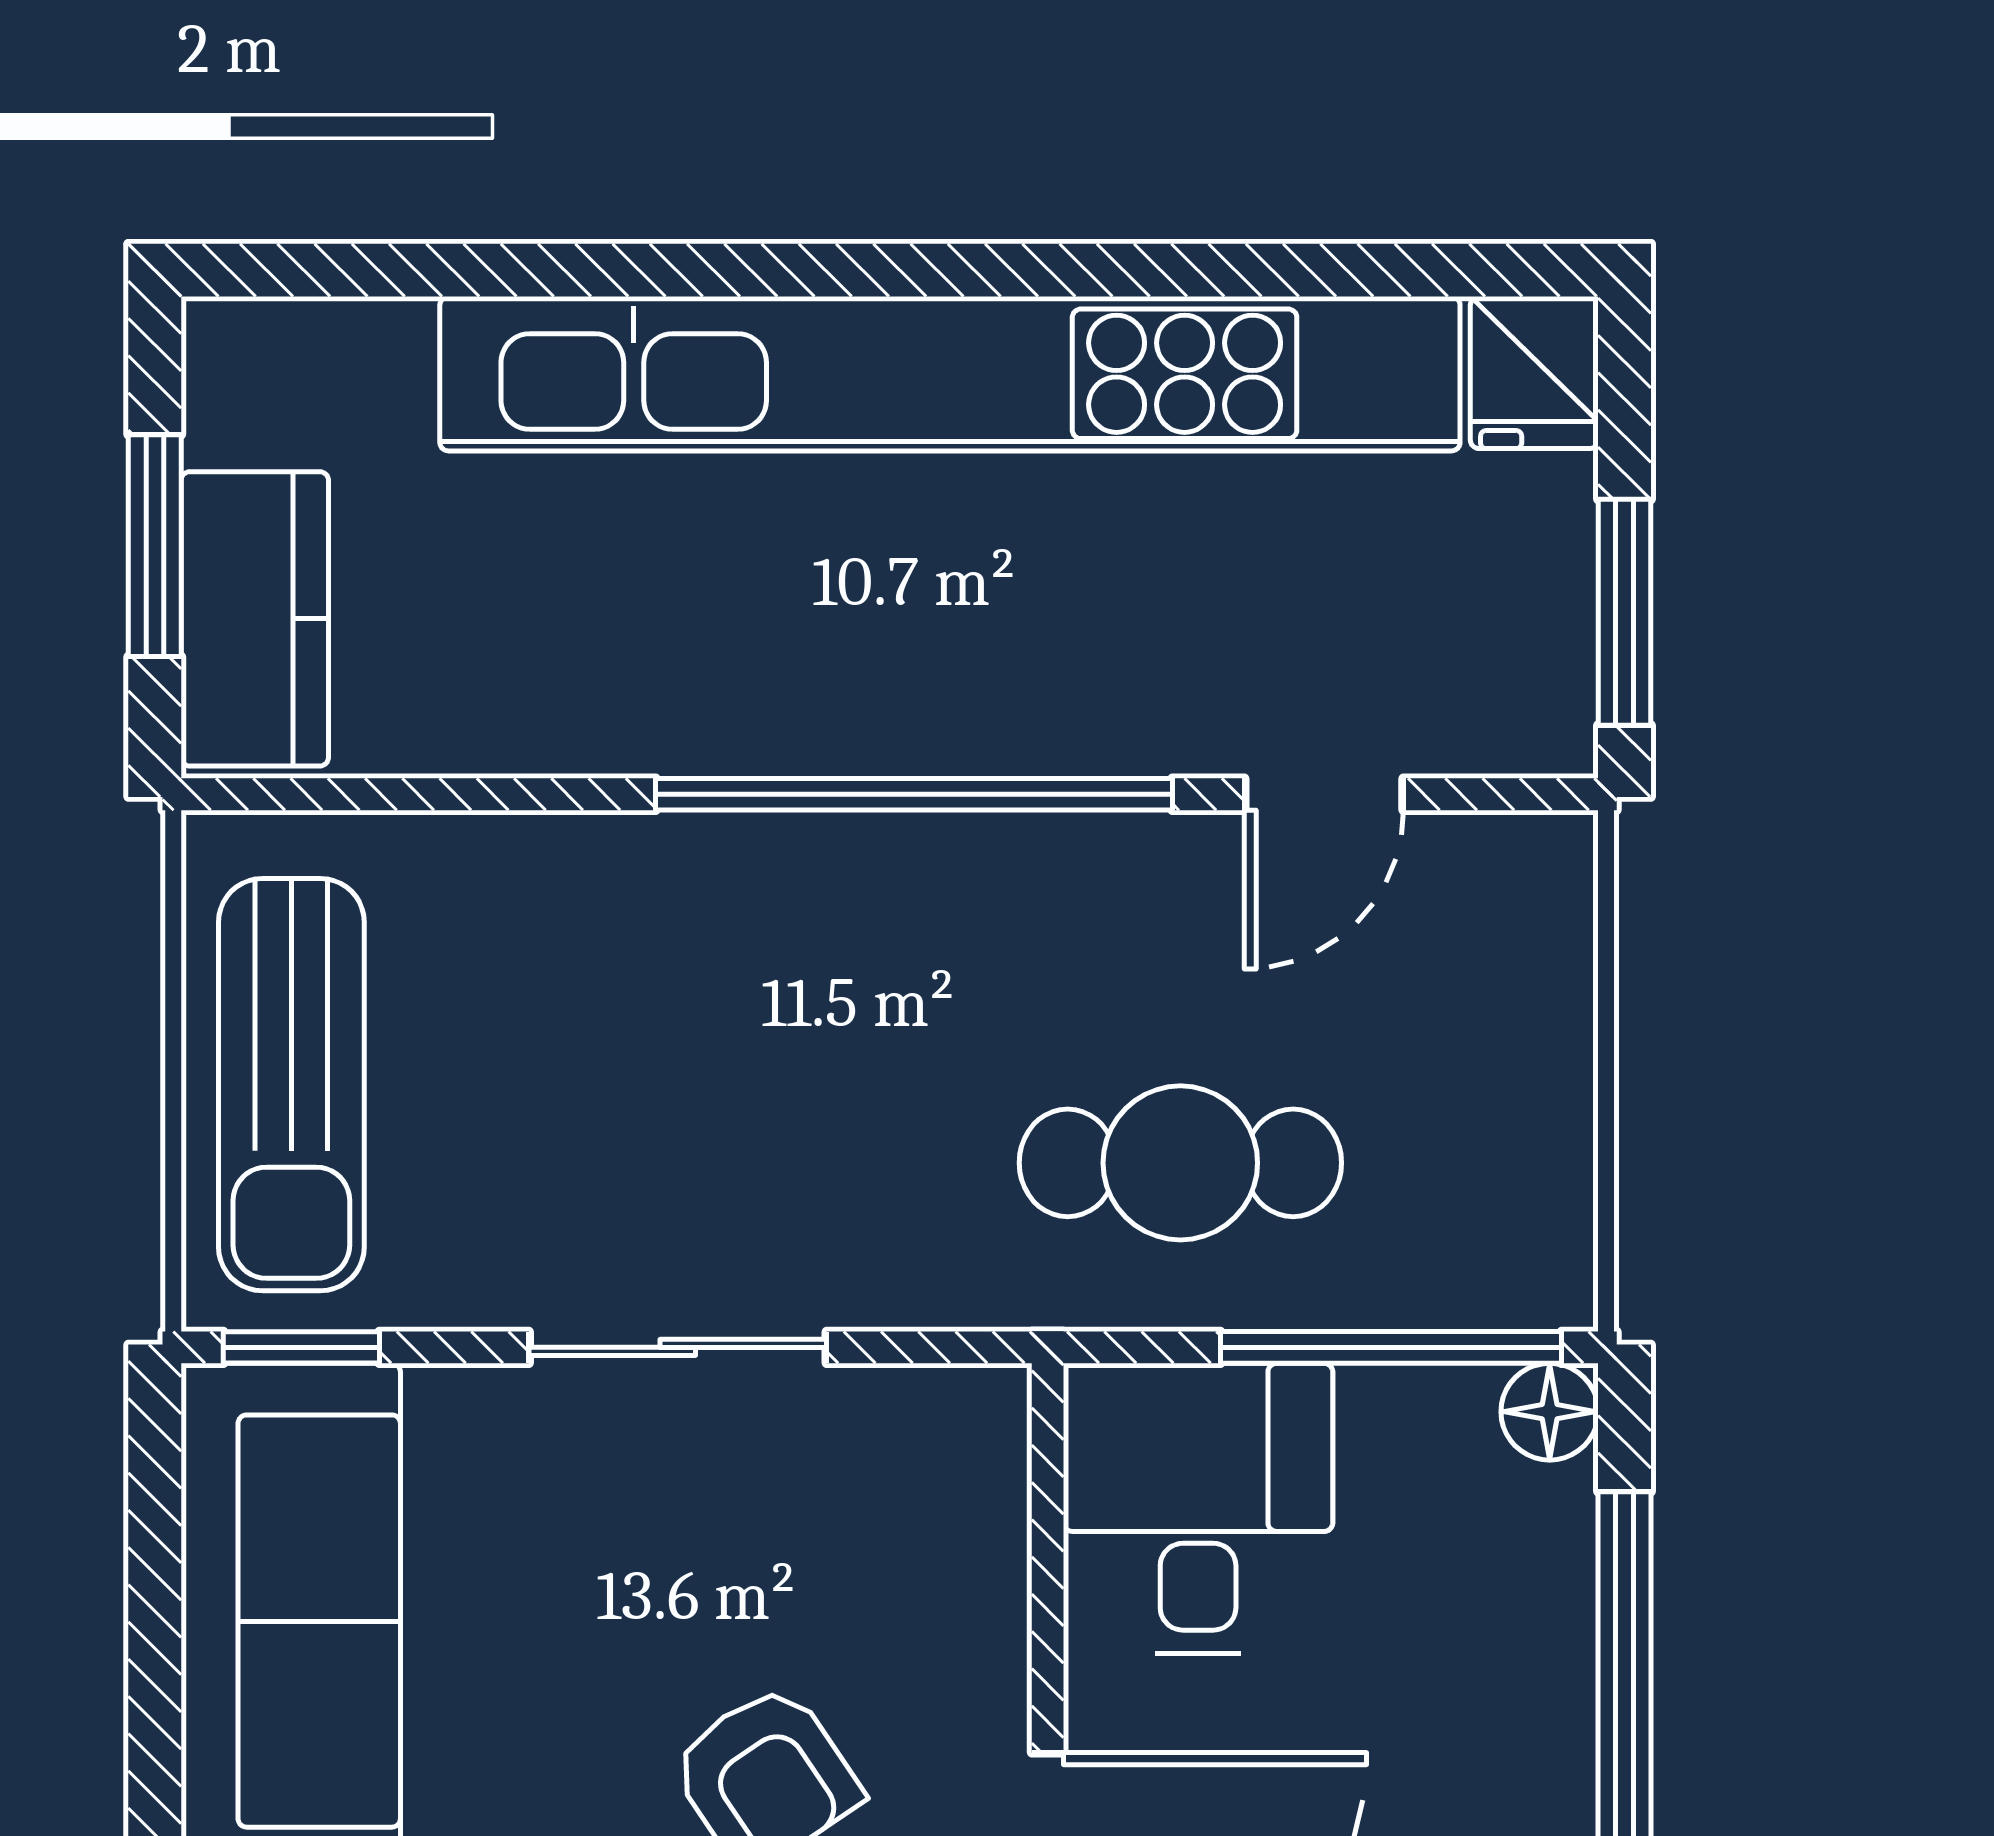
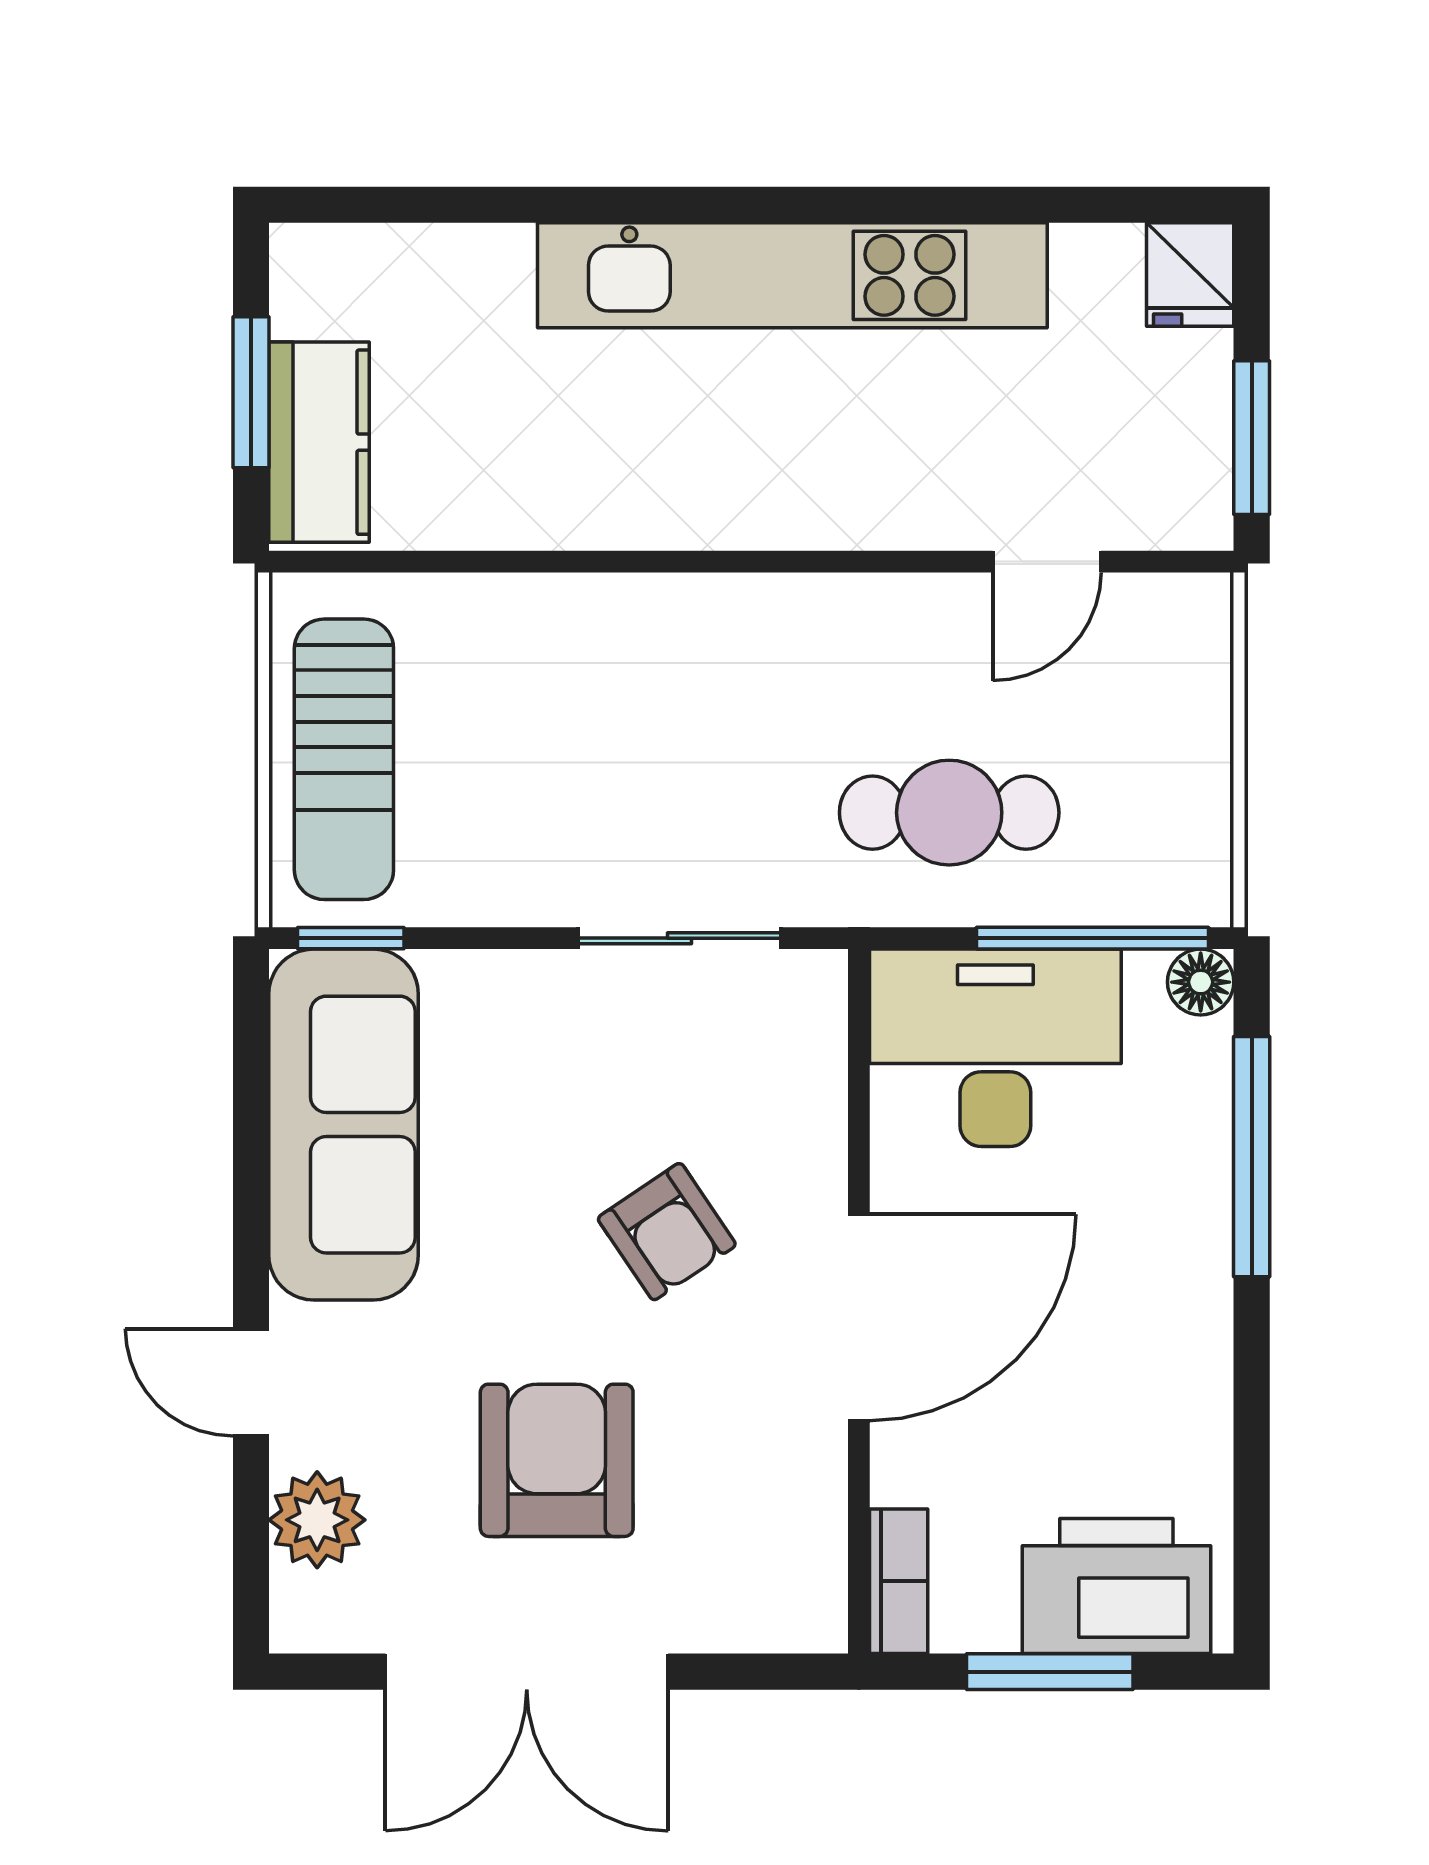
kitchen unit: (950, 374) -> (792, 275), width x0.73
window: (914, 794) -> (768, 562), removed
sliding door: (678, 1347) -> (679, 938), moved
desk: (1198, 1508) -> (995, 1048), width x1.37

